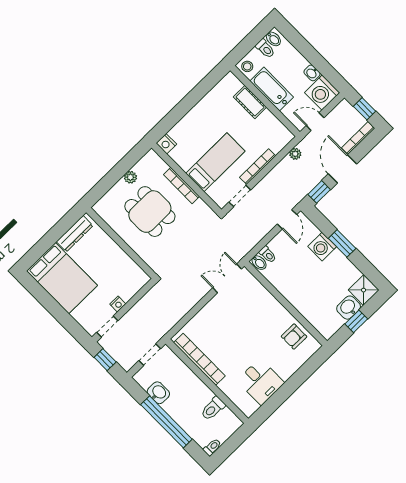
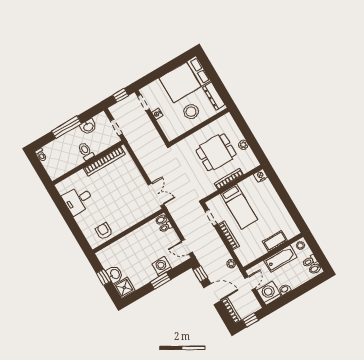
stool: (103, 259) -> (191, 112), added
toilet: (213, 408) -> (86, 151), moved
window: (166, 422) -> (67, 127), width x0.68

